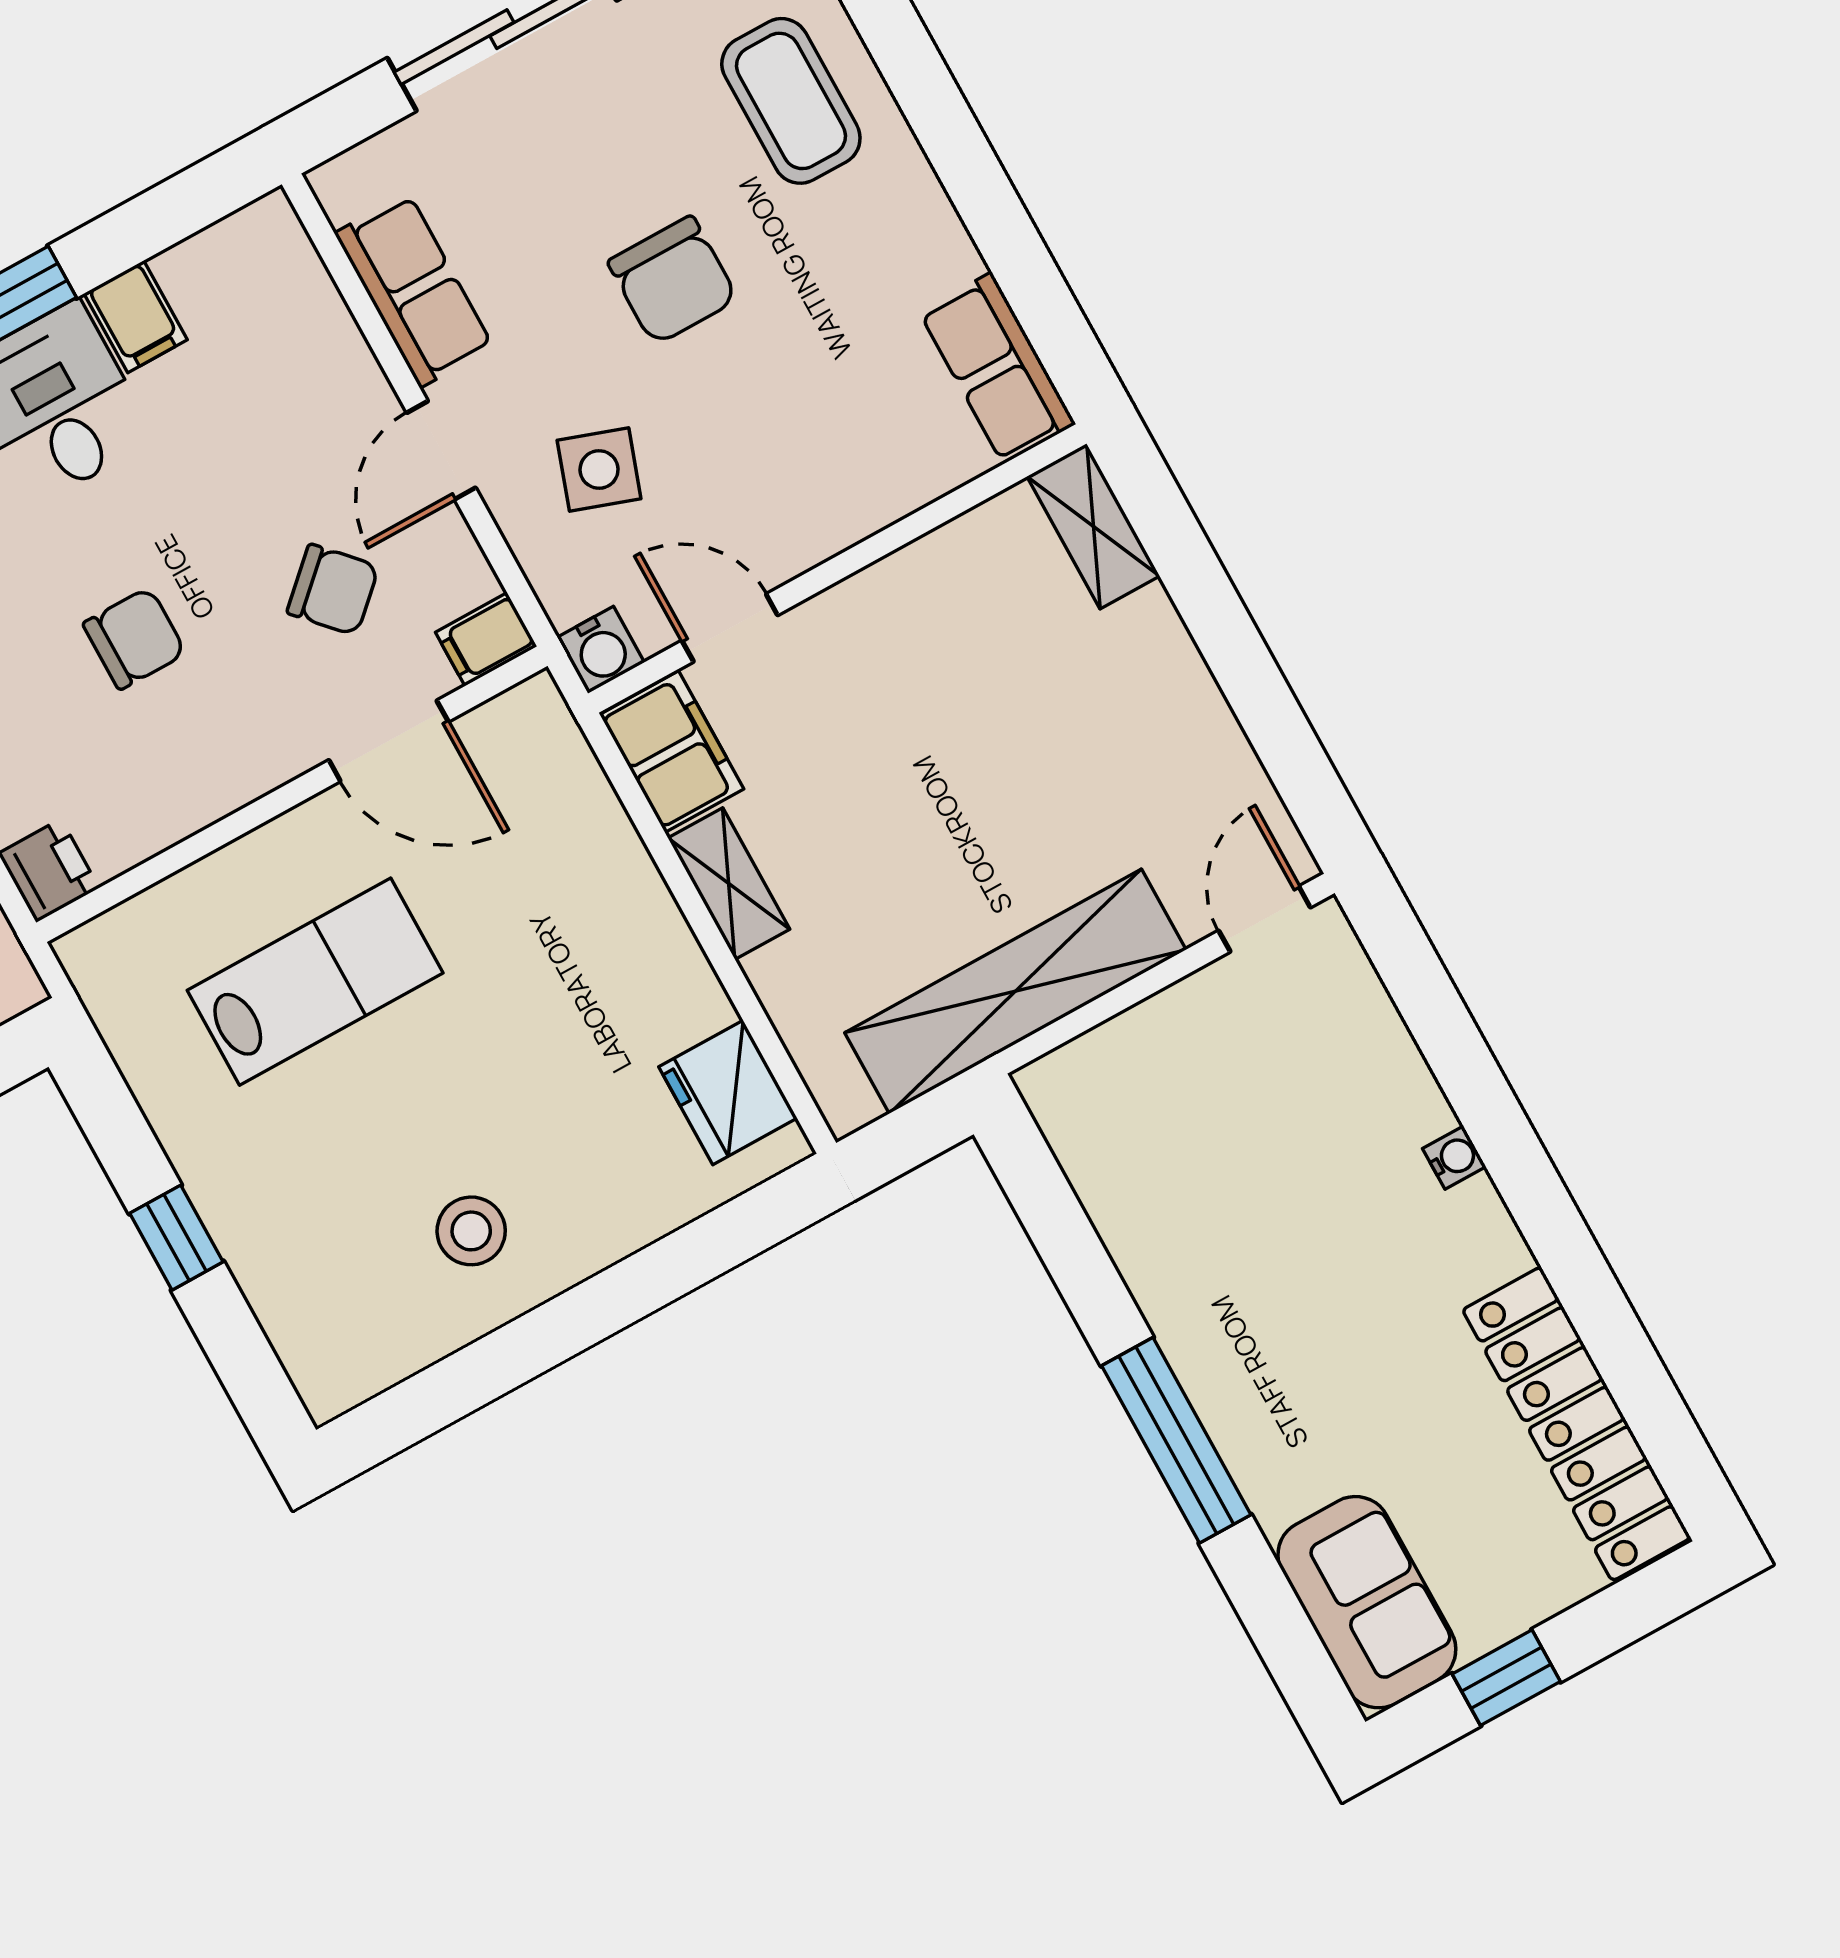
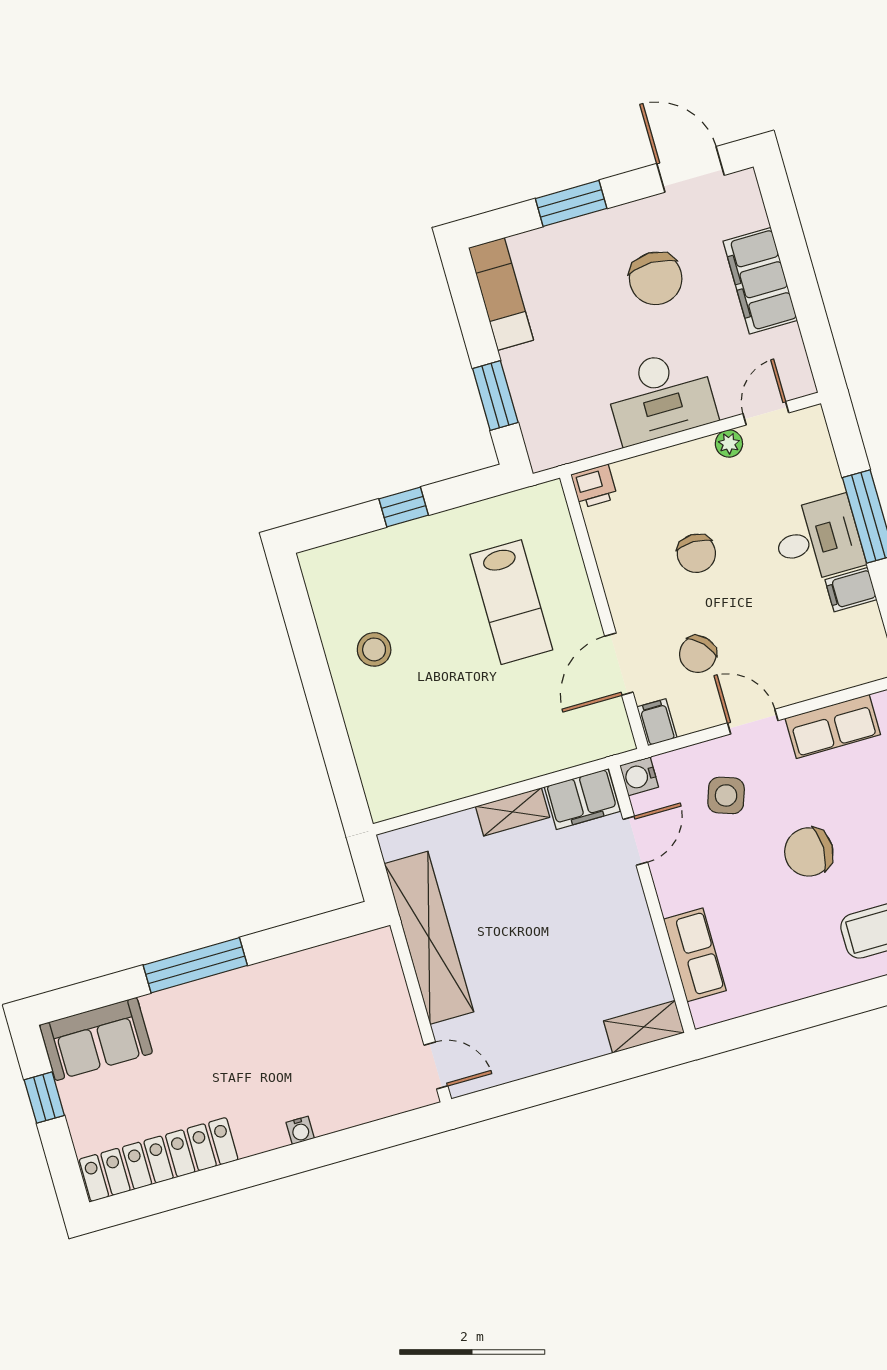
row of seats: (997, 368) -> (695, 955), moved, turned 90
fridge: (728, 1092) -> (412, 788), removed

